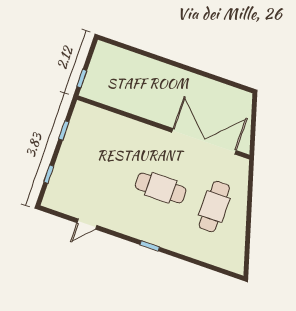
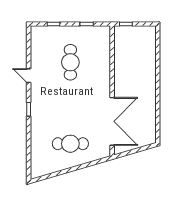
cafe table: (161, 188) -> (70, 62), moved
door: (87, 224) -> (29, 76), moved

